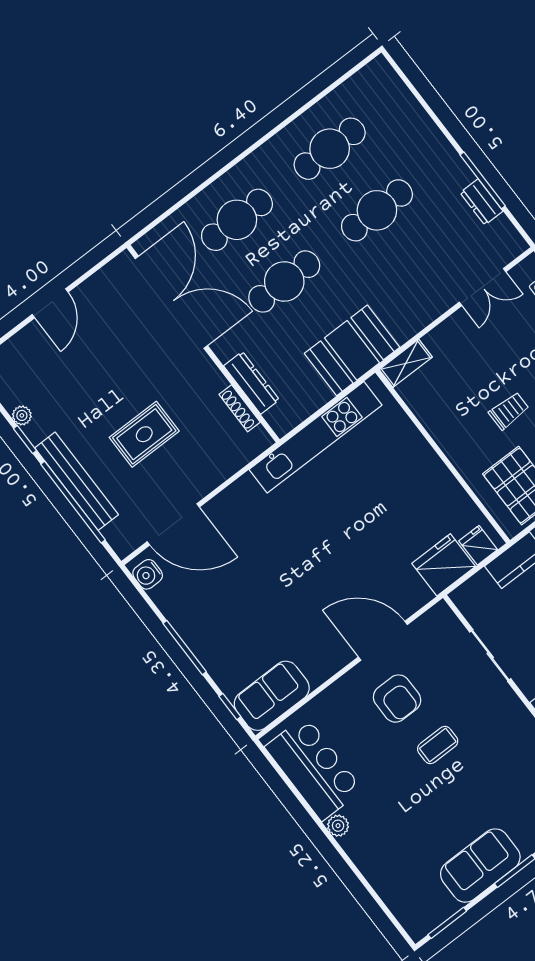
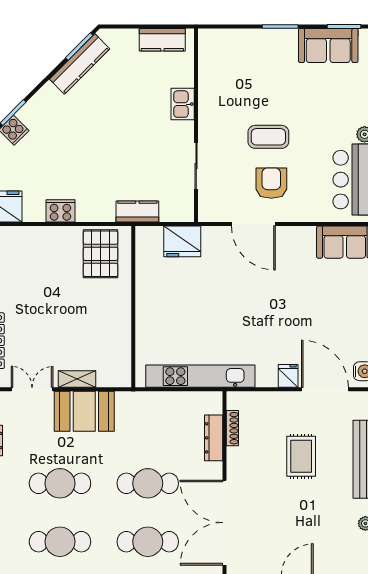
booth: (352, 350) -> (84, 411), moved
shelving: (406, 363) -> (77, 379), moved
trolley: (509, 411) -> (73, 303), removed
rug: (144, 434) -> (301, 456), turned 90
fridge: (478, 545) -> (288, 376), moved, turned 180
coffee table: (438, 745) -> (268, 137), width x1.36, depth x1.30
sofa: (480, 866) -> (328, 45), moved

